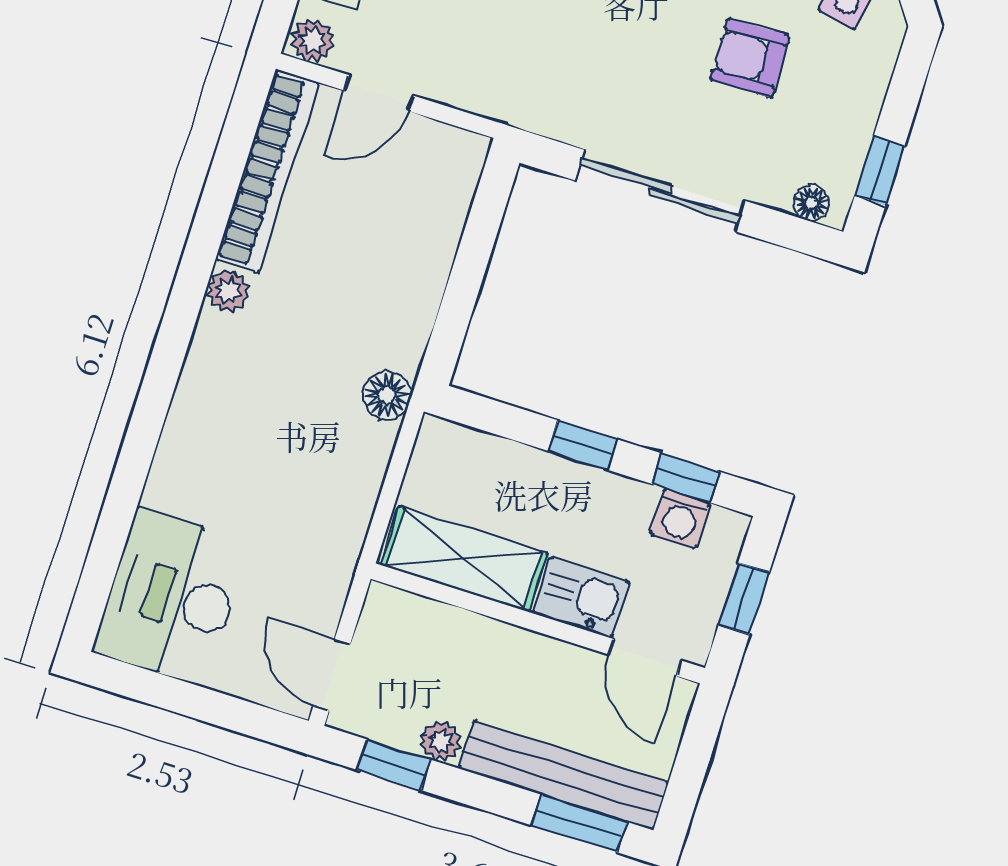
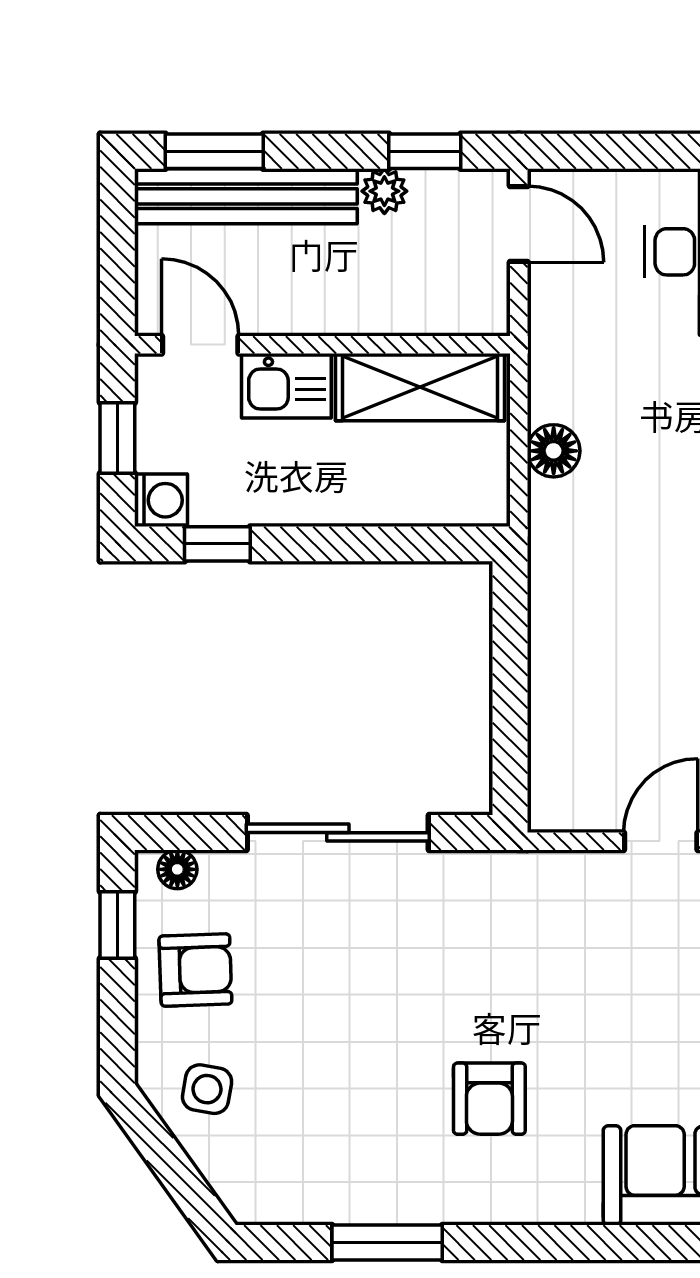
armchair: (750, 58) -> (195, 970), moved
floor lamp: (387, 395) -> (554, 451), moved
window: (582, 445) -> (335, 544), removed
washing machine: (680, 518) -> (161, 500), moved, turned 90

